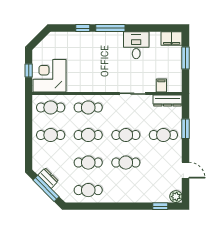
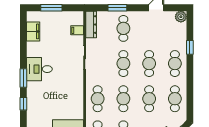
window: (110, 28) -> (23, 78), width x0.69
filing cabinet: (172, 38) -> (33, 31), moved
desk: (136, 45) -> (39, 69), moved
cafe table: (126, 190) -> (175, 64), added
window: (160, 206) -> (190, 47), moved

